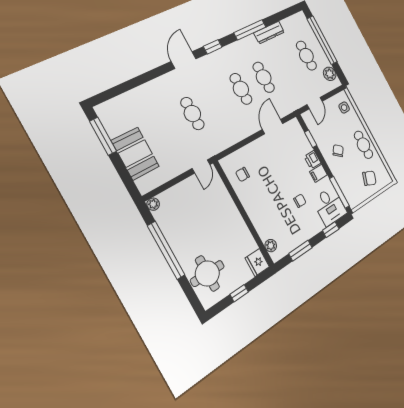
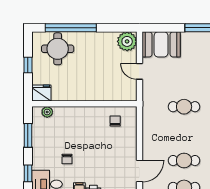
door: (273, 127) -> (139, 171), hinge flipped
booth: (135, 154) -> (161, 44), moved
door: (201, 167) -> (139, 71), moved
plant: (153, 204) -> (127, 41), width x1.87, depth x1.87
window: (166, 250) -> (71, 28), moved

